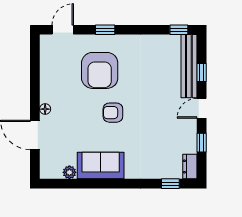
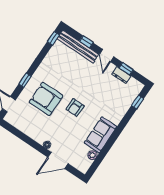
armchair: (100, 70) -> (46, 99), turned 180
dresser: (190, 167) -> (121, 75), moved

